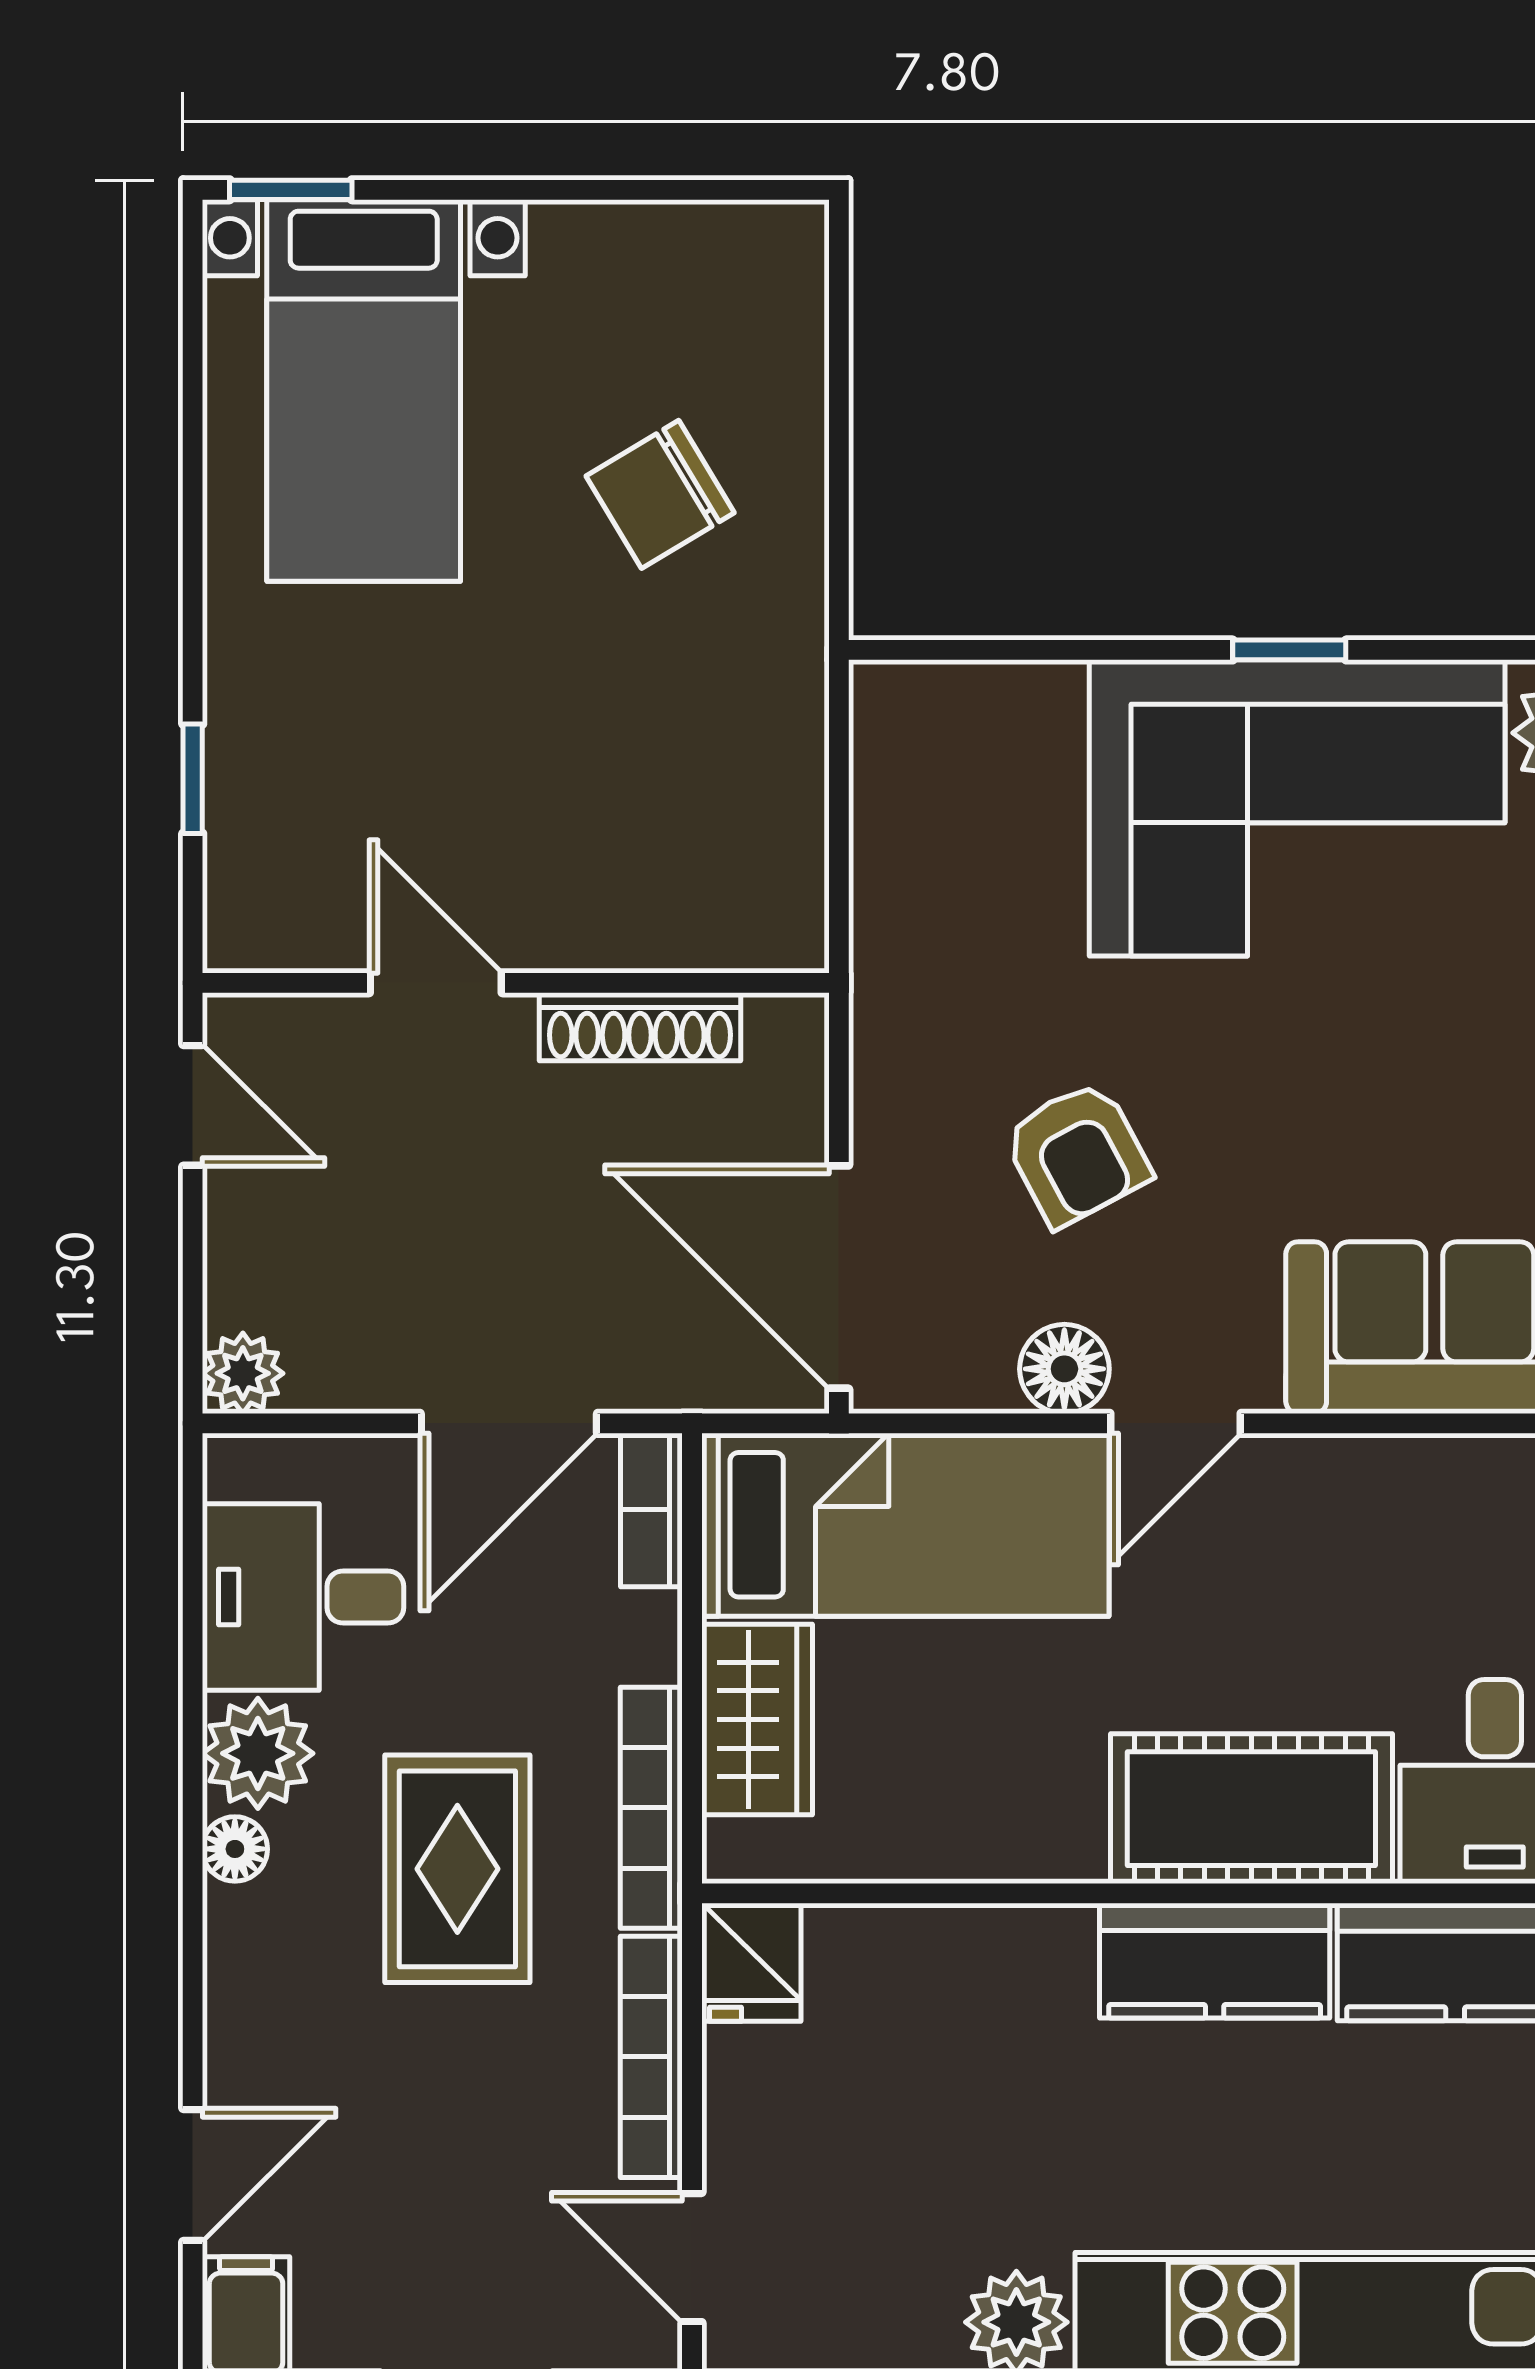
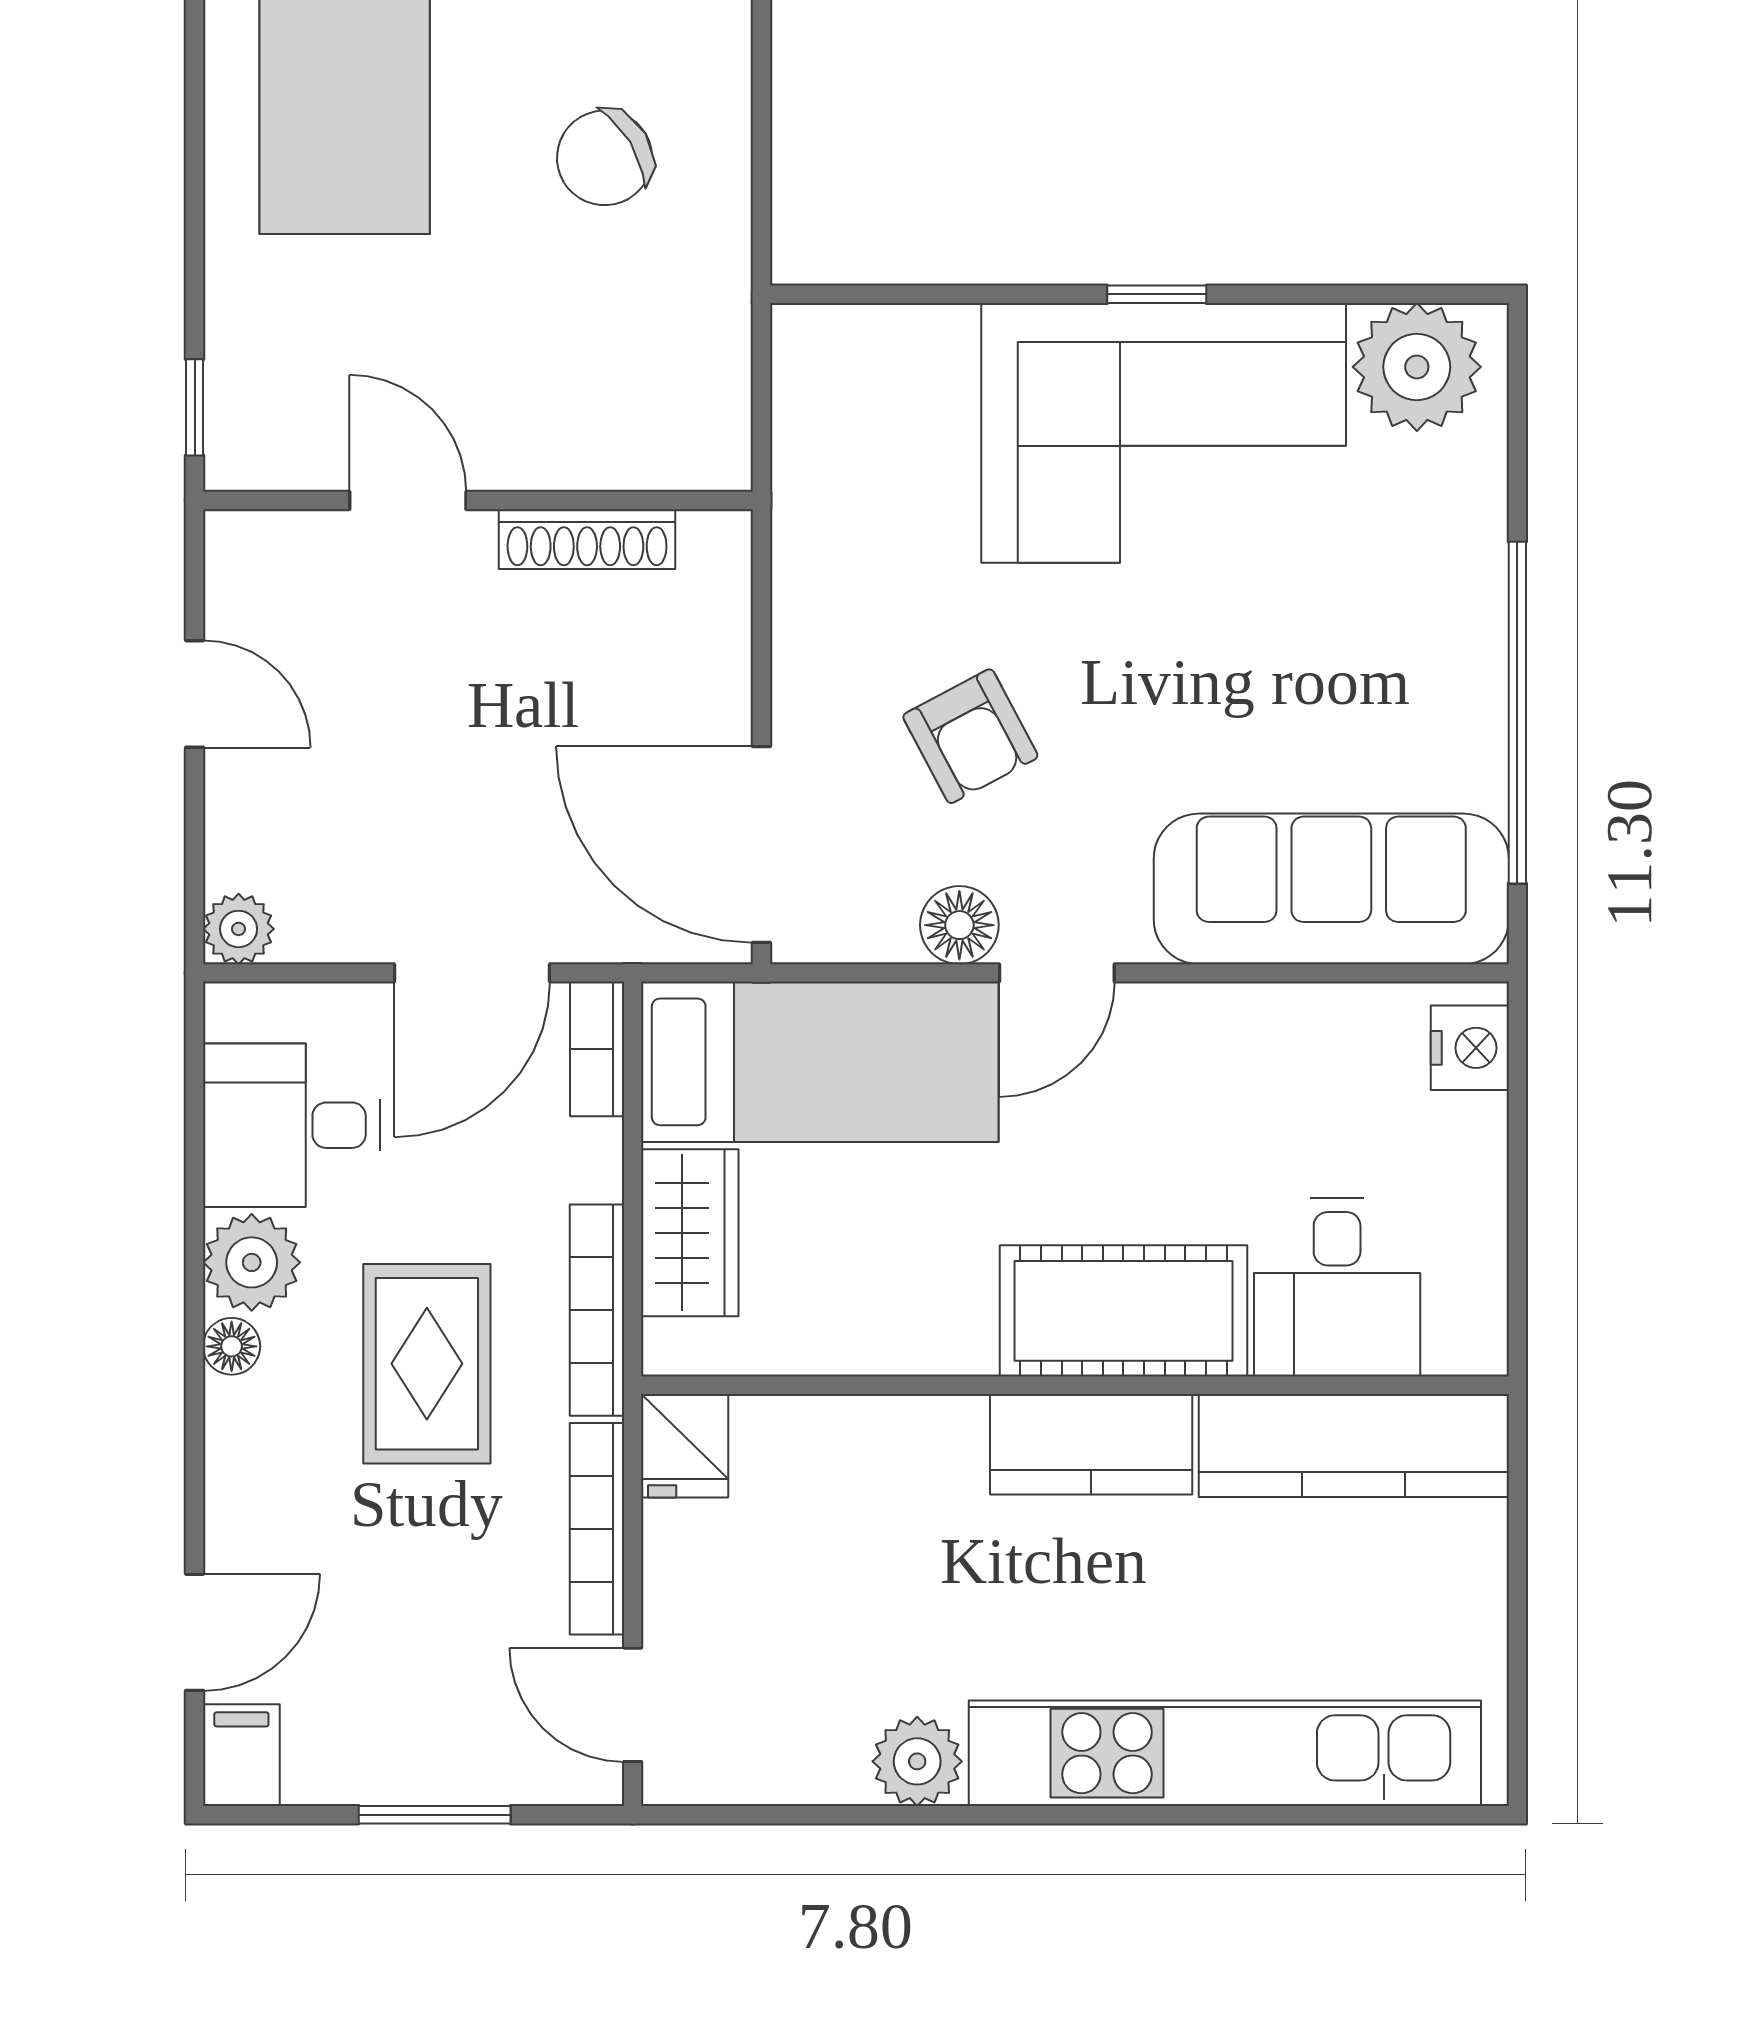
door: (436, 983) -> (408, 500), moved
wall: (516, 983) -> (478, 500), moved
shoe rack: (640, 1027) -> (587, 539), moved

